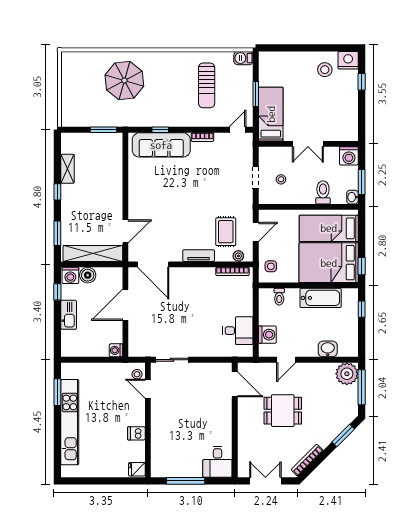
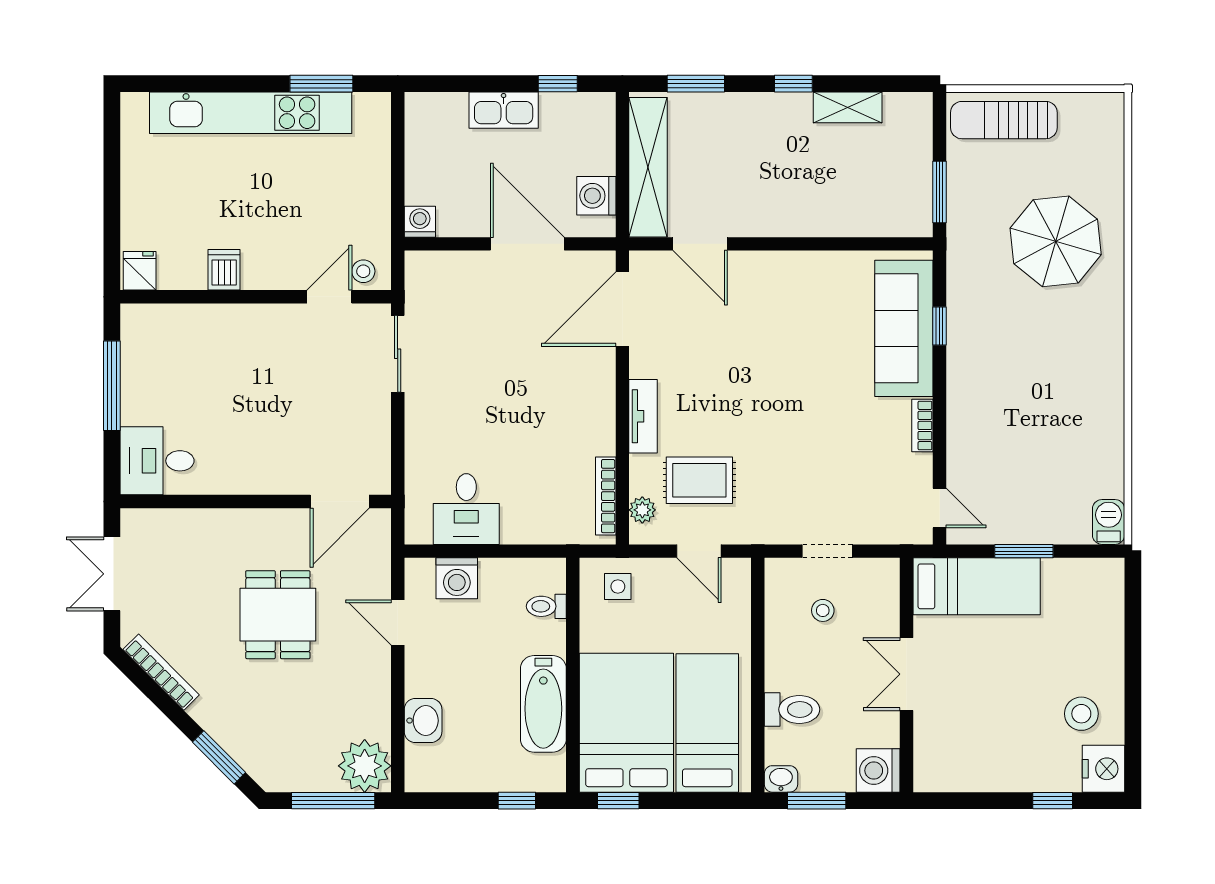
sun lounger: (207, 85) -> (1004, 120), moved
washing machine: (70, 275) -> (596, 196), moved
boiler: (88, 275) -> (597, 155), removed
double door: (265, 481) -> (112, 574), swing flipped

